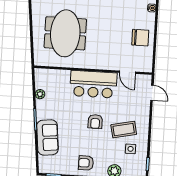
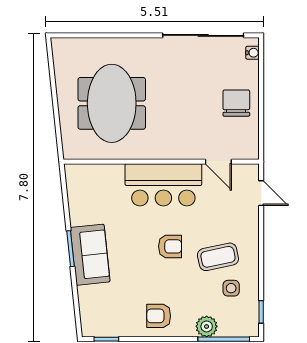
chair: (140, 38) -> (236, 103), turned -90
plant: (40, 94) -> (76, 206), removed
armchair: (95, 122) -> (170, 246), turned -90
sofa: (47, 137) -> (90, 255), moved

